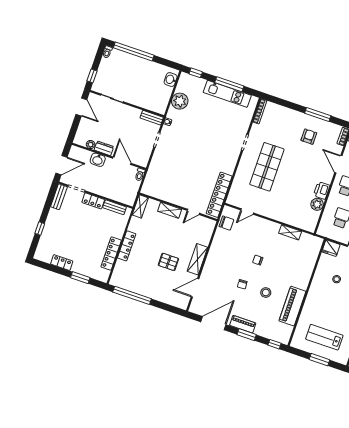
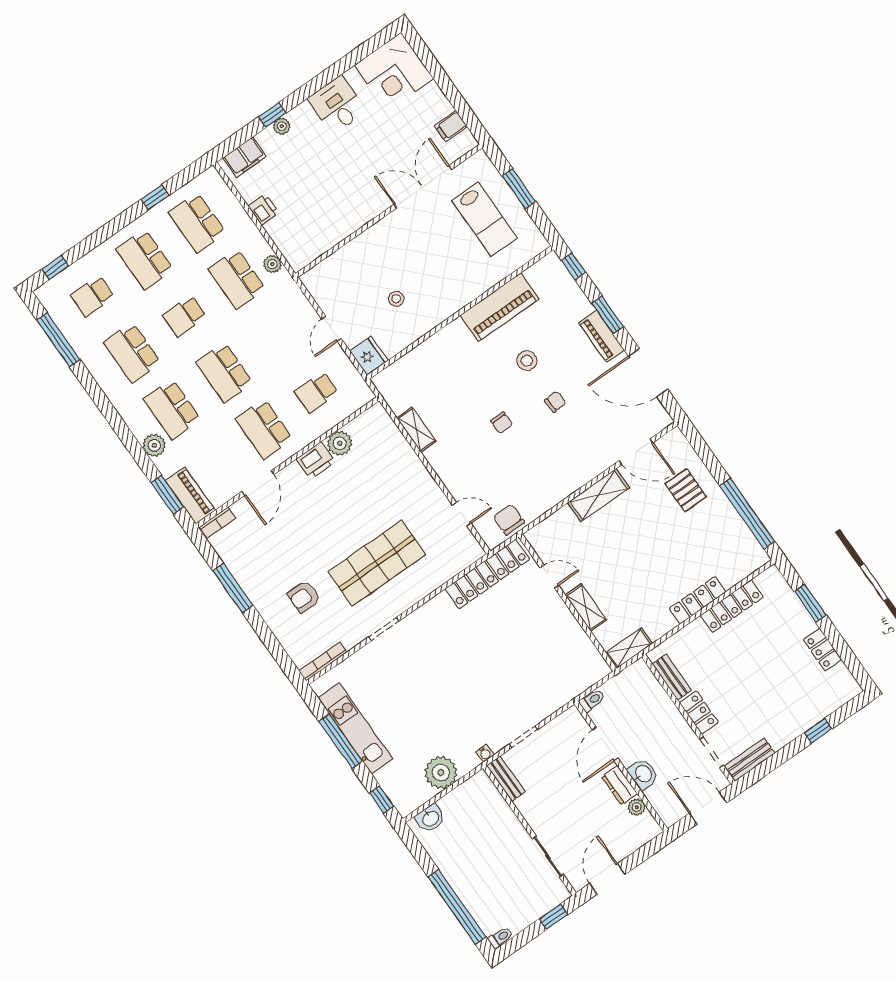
armchair: (309, 137) -> (304, 597), moved
pallet: (168, 262) -> (686, 490), moved

